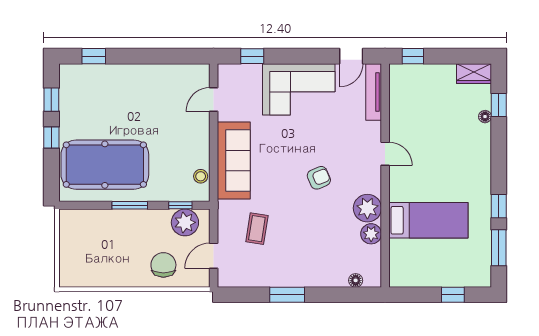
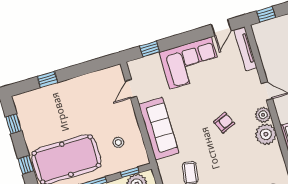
window: (94, 56) -> (47, 79), moved
window: (51, 137) -> (26, 165), moved
stool: (201, 176) -> (118, 142), moved
plant: (371, 234) -> (263, 115), moved

